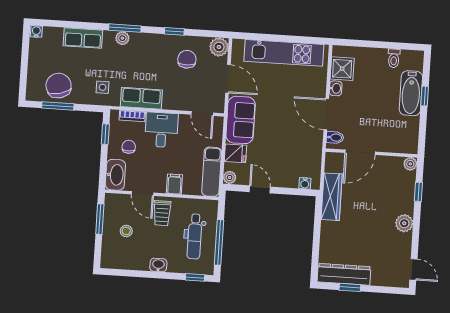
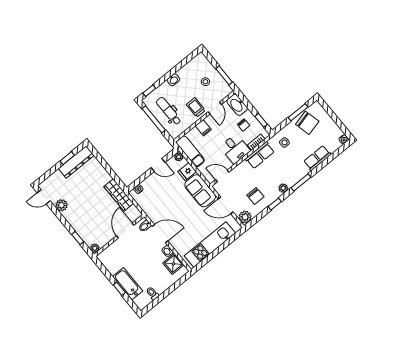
plant: (122, 38) -> (283, 188), moved
door: (142, 194) -> (215, 108), swing flipped
plant: (404, 223) -> (61, 205), moved

